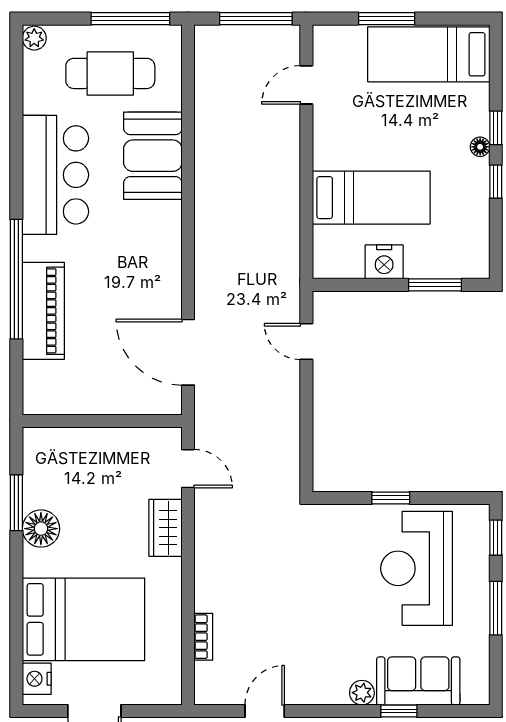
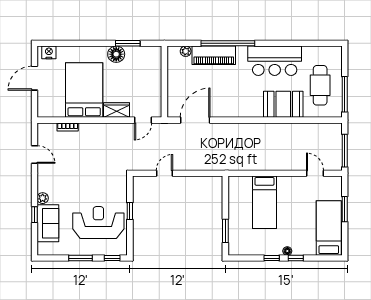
plant: (34, 38) -> (186, 51), moved
nightstand: (384, 262) -> (236, 208), removed
door: (306, 341) -> (165, 173), moved
bed: (84, 619) -> (84, 90), moved, turned 180

